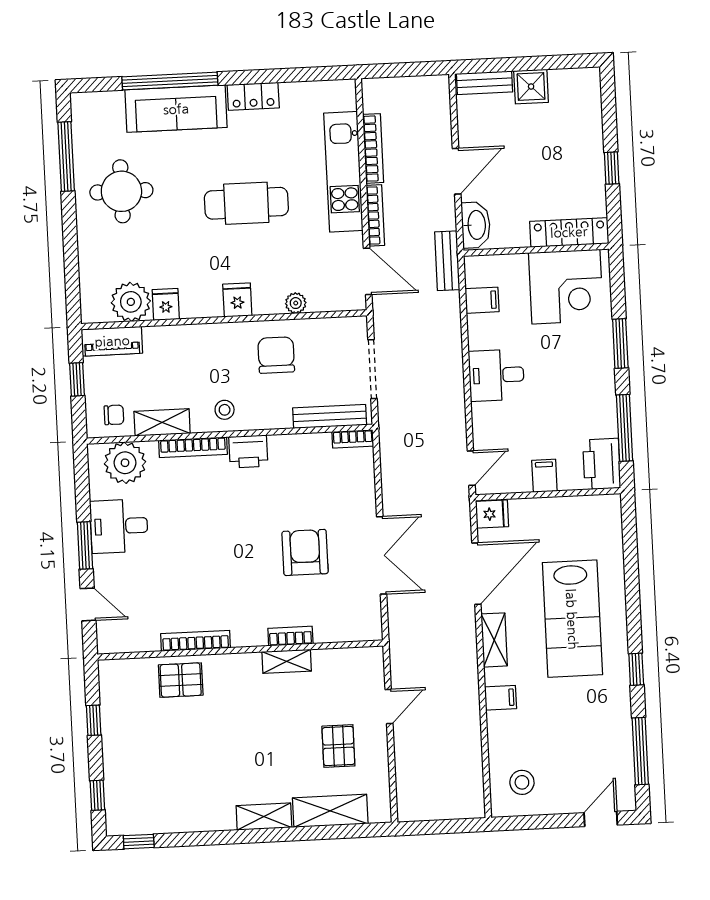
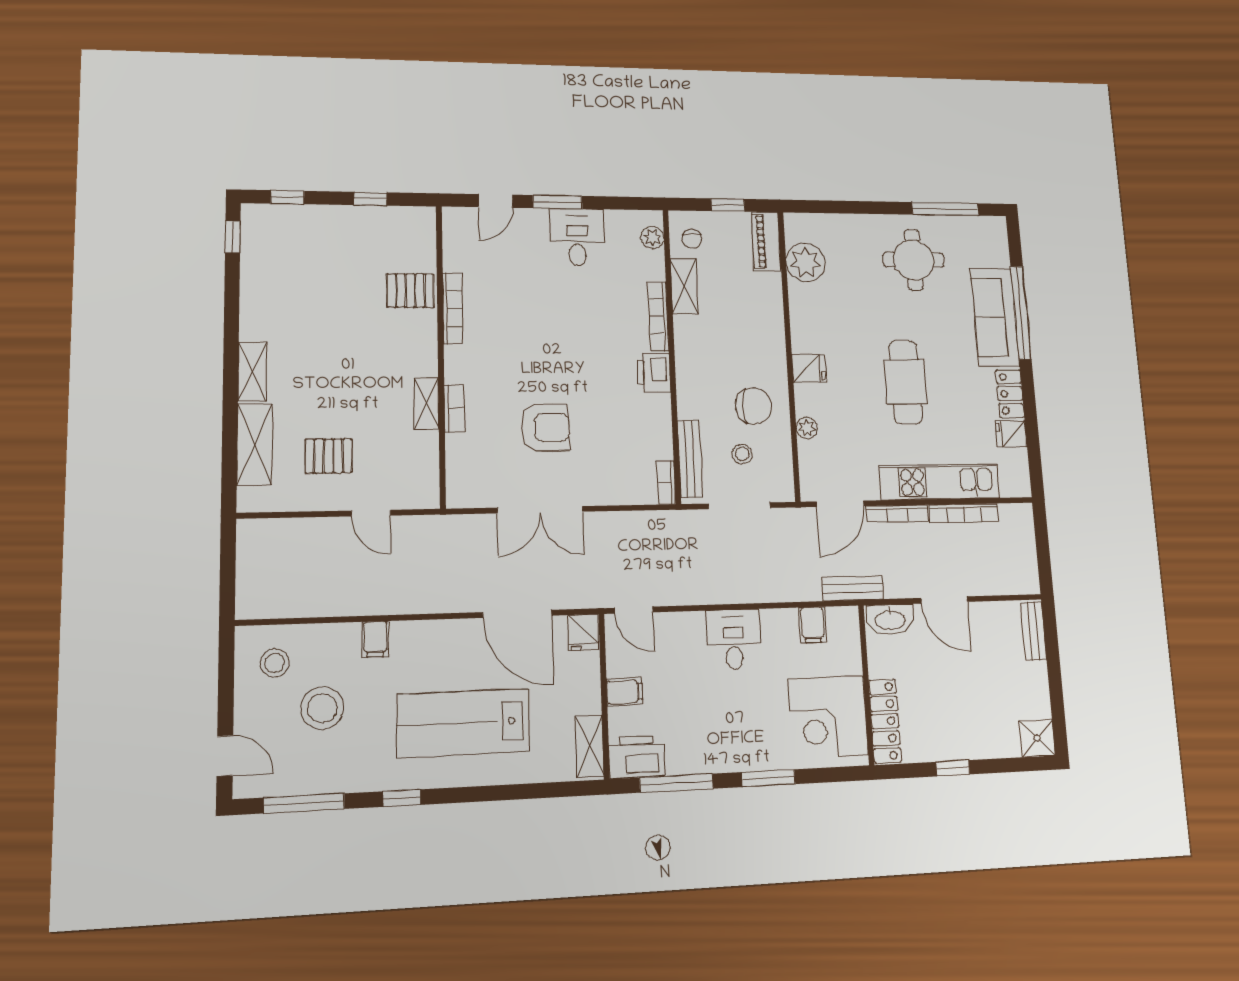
shower: (531, 87) -> (1037, 738), moved
fridge: (166, 304) -> (1011, 434), moved, turned 180
stool: (225, 410) -> (742, 454), moved
plant: (125, 463) -> (652, 237), width x0.53, depth x0.53
shelving: (494, 640) -> (590, 746), moved, turned 90
pallet: (181, 680) -> (410, 291), turned 90
stool: (560, 740) -> (322, 708), added

